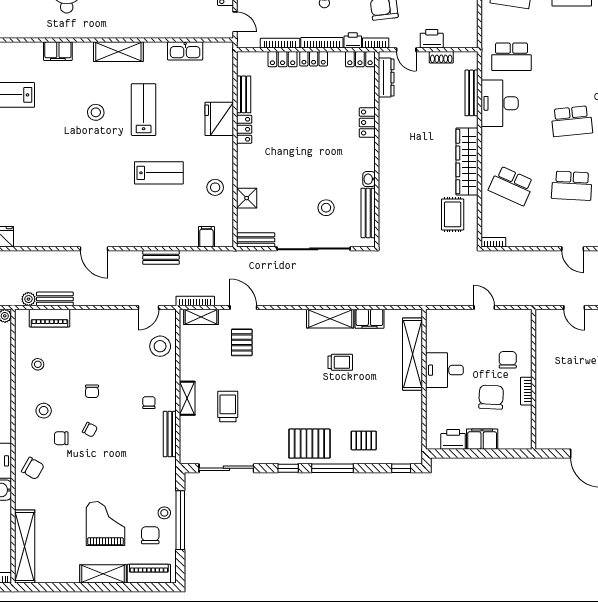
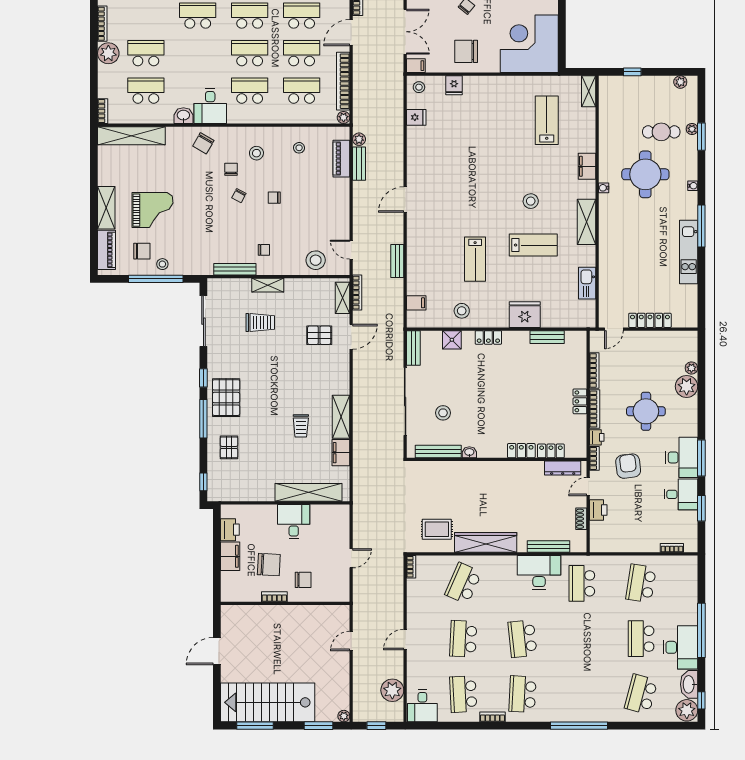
water cooler: (81, 33) -> (604, 188), added
locker: (283, 59) -> (580, 373), removed
locker: (360, 59) -> (551, 451), moved, turned 90
locker: (244, 129) -> (488, 337), moved

